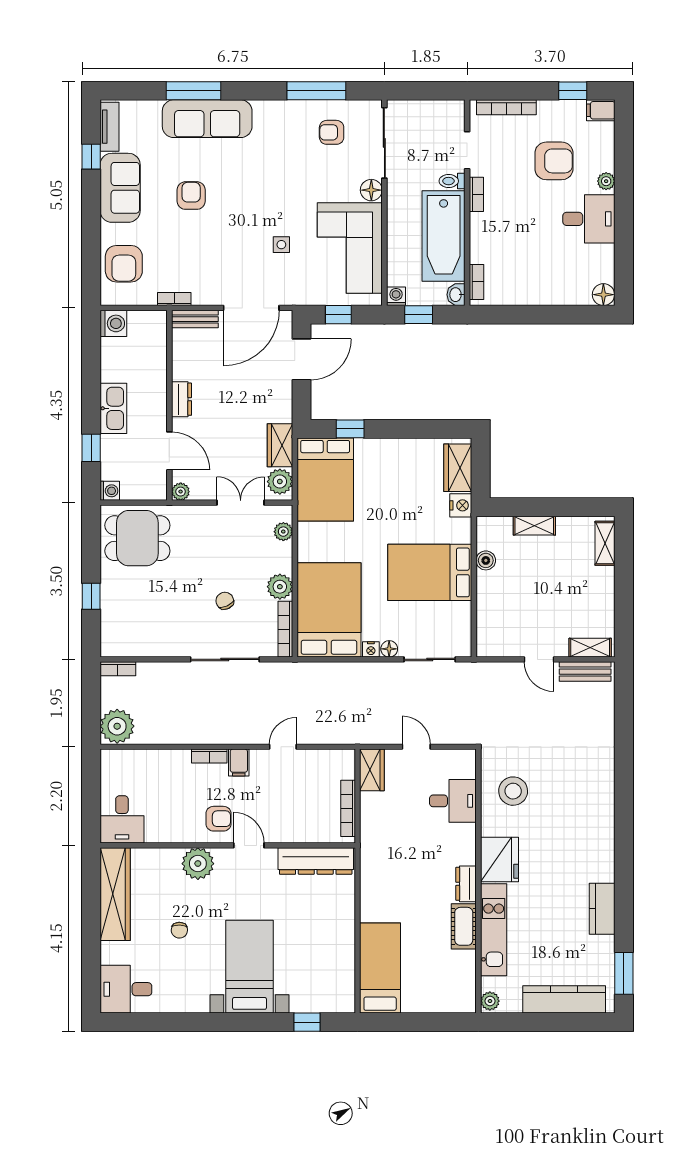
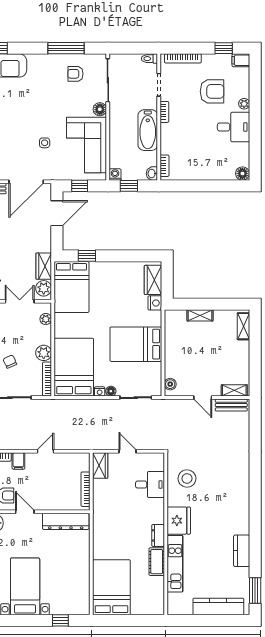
toilet: (452, 181) -> (149, 59), moved
bathtub: (444, 236) -> (148, 130), width x0.73, depth x0.73
boiler: (486, 560) -> (170, 384), moved
bed: (380, 968) -> (111, 587), width x1.50
plant: (490, 1001) -> (173, 607), removed

